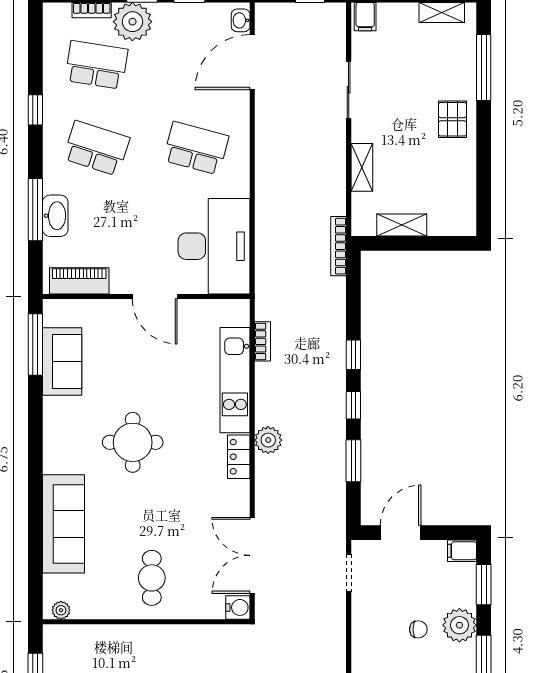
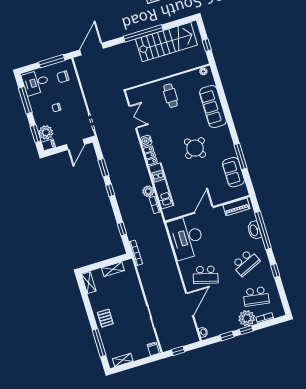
door: (252, 62) -> (190, 304), moved
school desk: (96, 148) -> (246, 263), turned -42
shelving: (362, 167) -> (89, 283), moved
window: (35, 210) -> (263, 230), width x1.46
door: (155, 296) -> (204, 210), hinge flipped
window: (35, 345) -> (241, 156), moved
window: (353, 355) -> (122, 229), moved
plant: (268, 440) -> (148, 191), moved
round table: (133, 442) -> (195, 148), turned -33
double door: (252, 555) -> (133, 117), width x0.73
water cooler: (238, 607) -> (146, 141), moved
plant: (459, 625) -> (46, 132), moved

